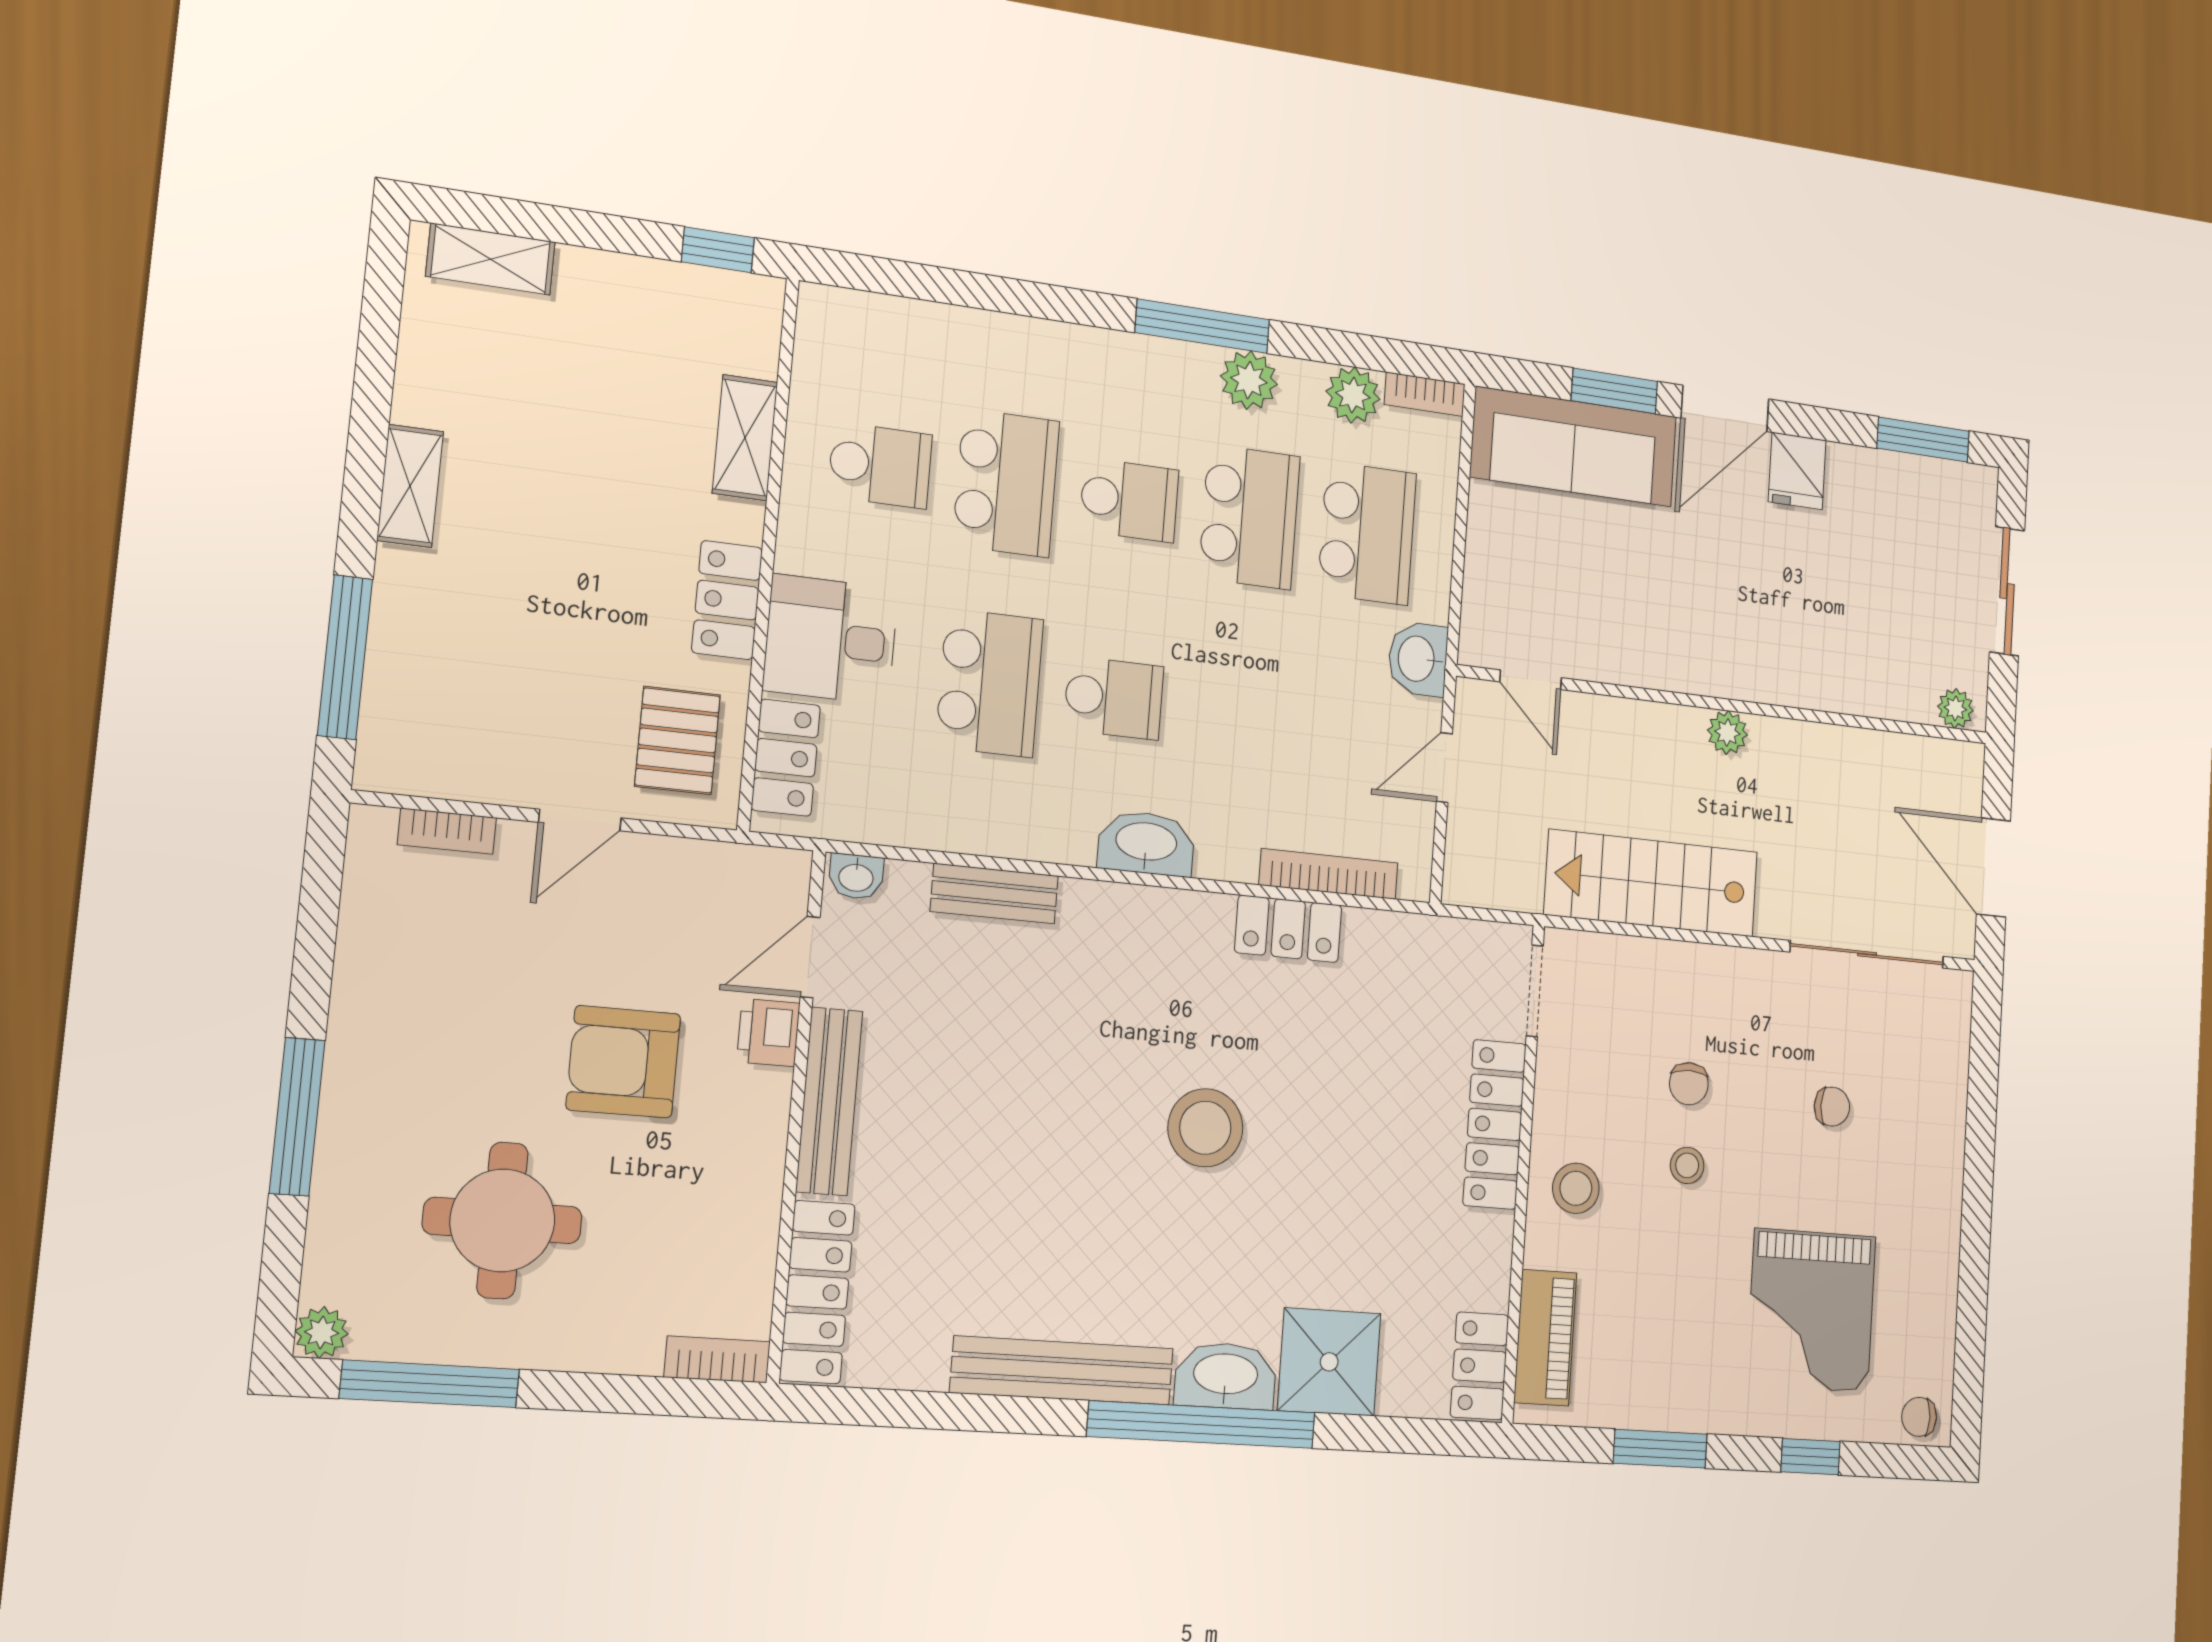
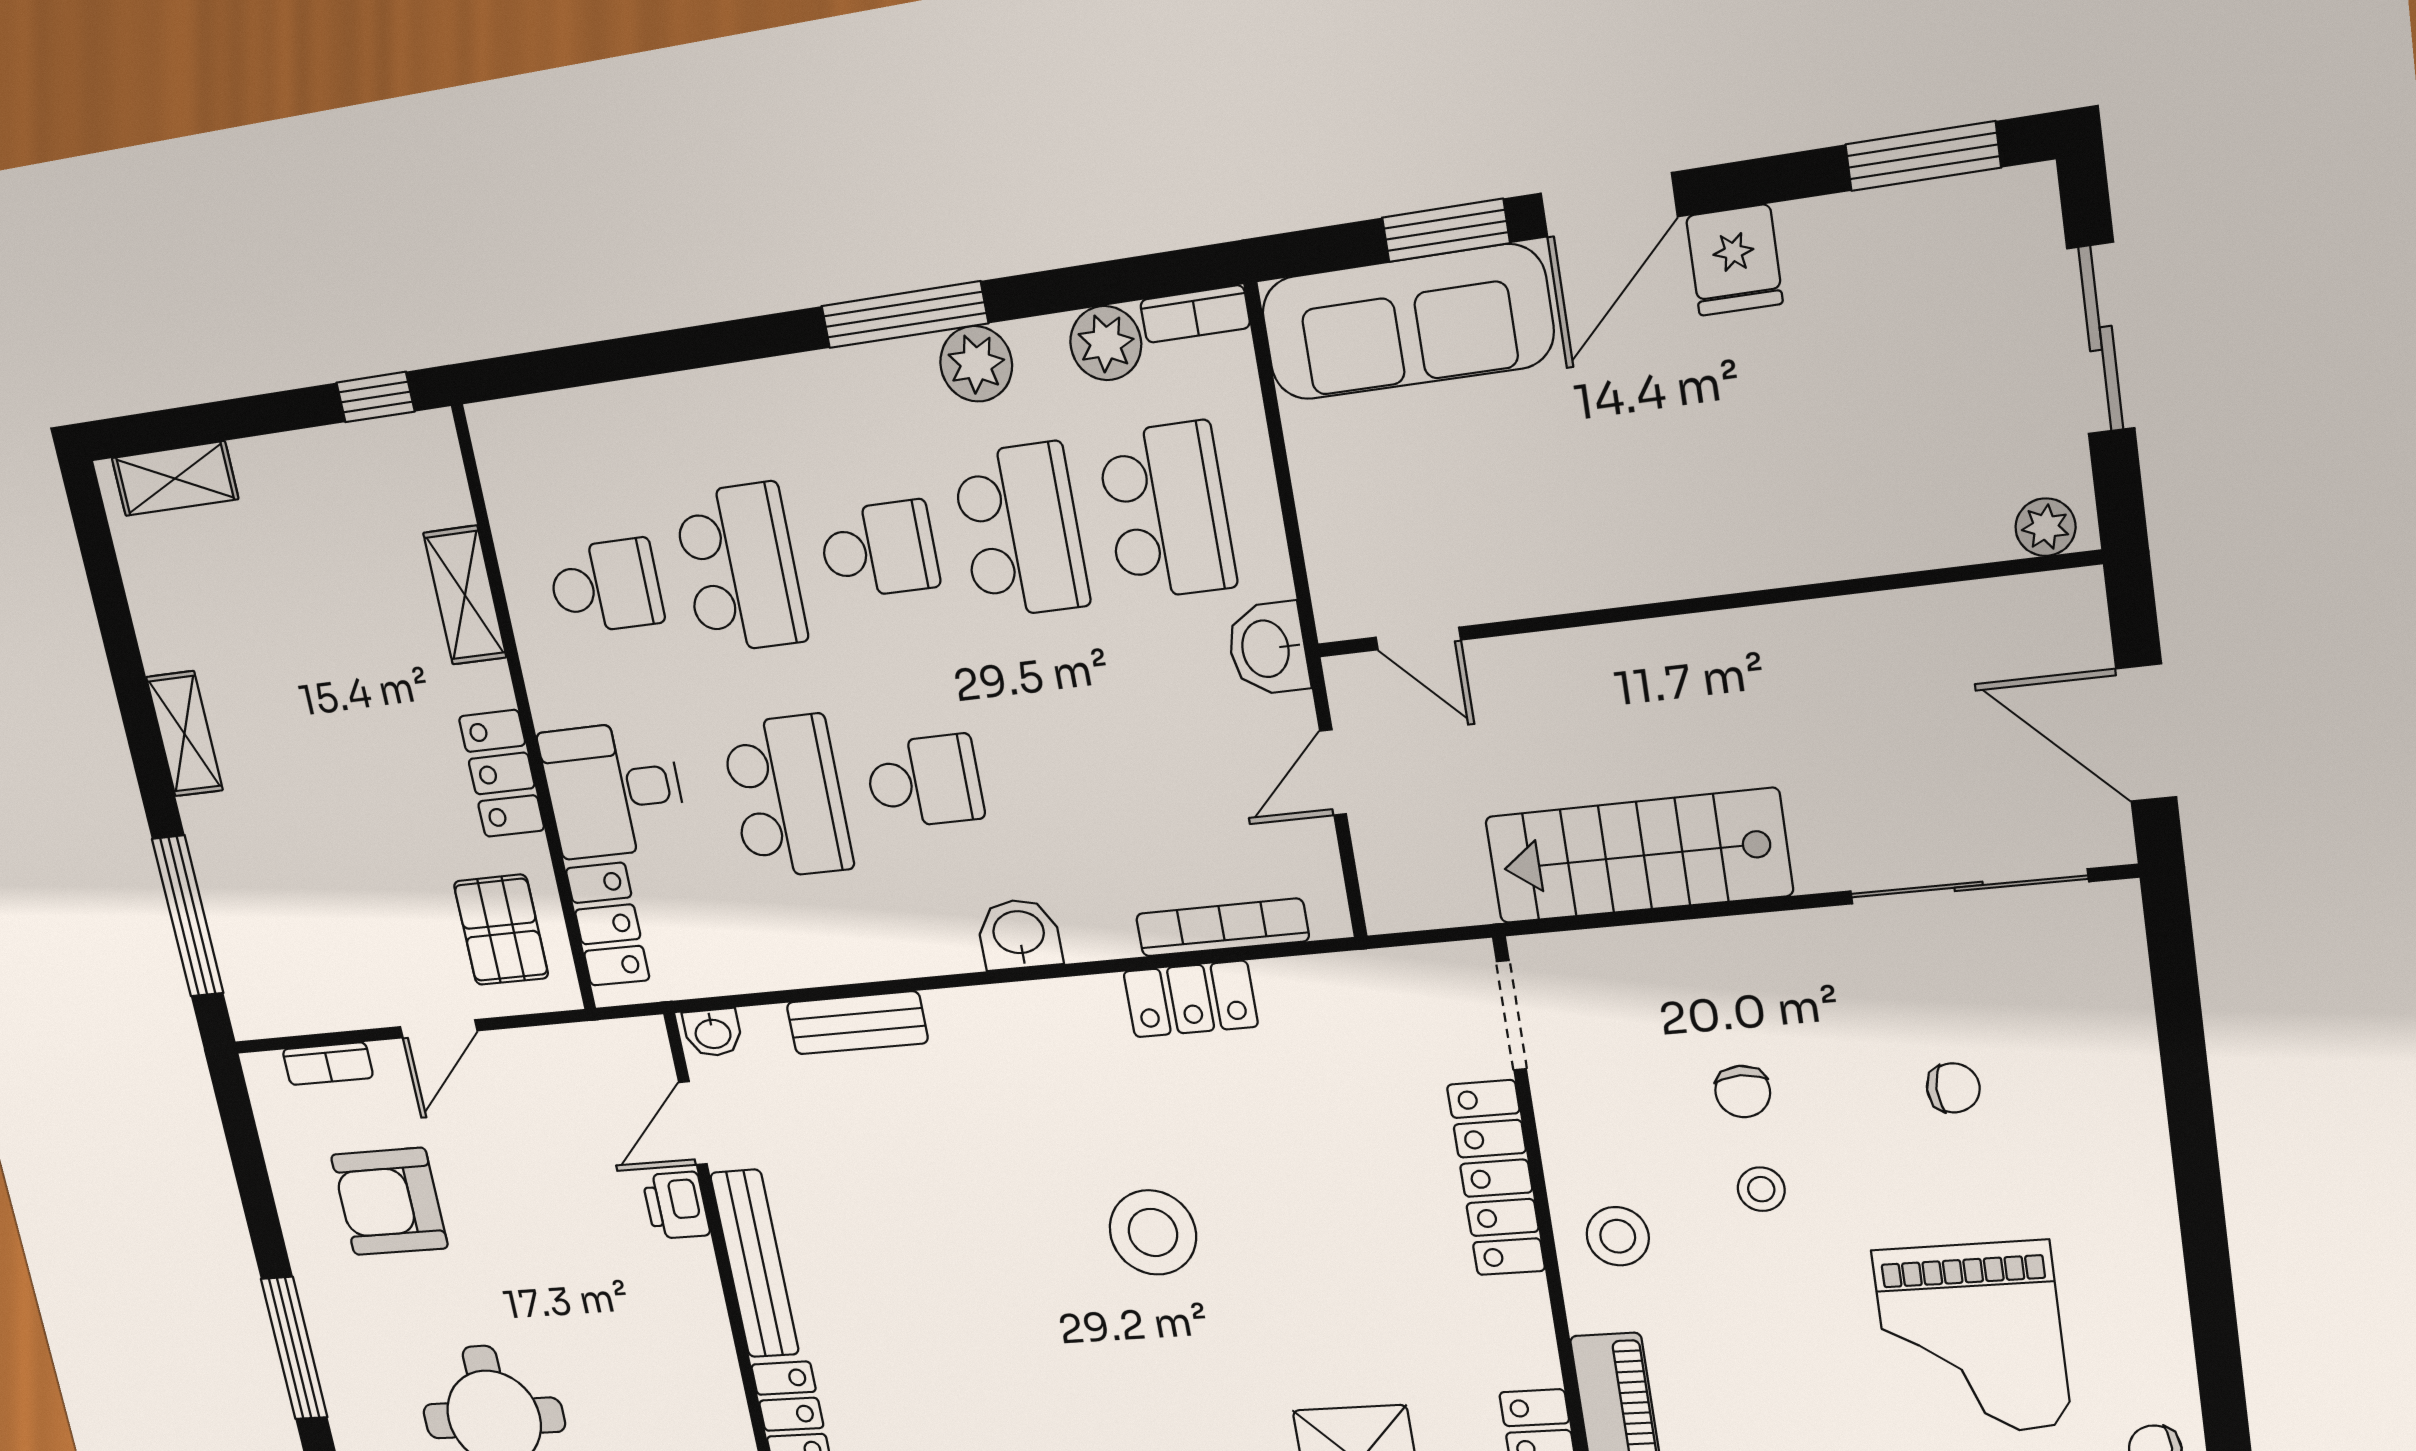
plant: (1727, 733) -> (1704, 641), removed
washbasin: (1146, 843) -> (1019, 934), width x0.72
armchair: (623, 1062) -> (389, 1201), moved

